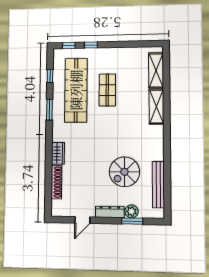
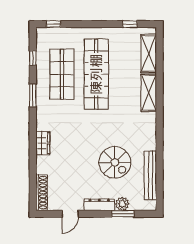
window: (91, 45) -> (130, 24), moved
shop shelf: (76, 90) -> (62, 74), width x0.71
shop shelf: (107, 90) -> (96, 74), width x2.00, depth x1.36
spiral stairs: (124, 172) -> (115, 162), turned -90
shoe rack: (56, 182) -> (42, 193), moved

